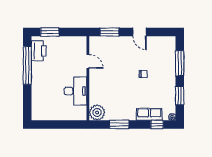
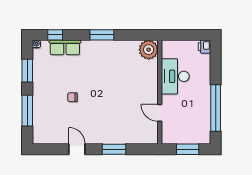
printer: (39, 51) -> (204, 47), moved, width x0.53, depth x0.68
door: (88, 61) -> (160, 113), moved
wall: (88, 78) -> (160, 92), moved
desk: (75, 91) -> (175, 76), moved
plant: (97, 113) -> (149, 50), moved

